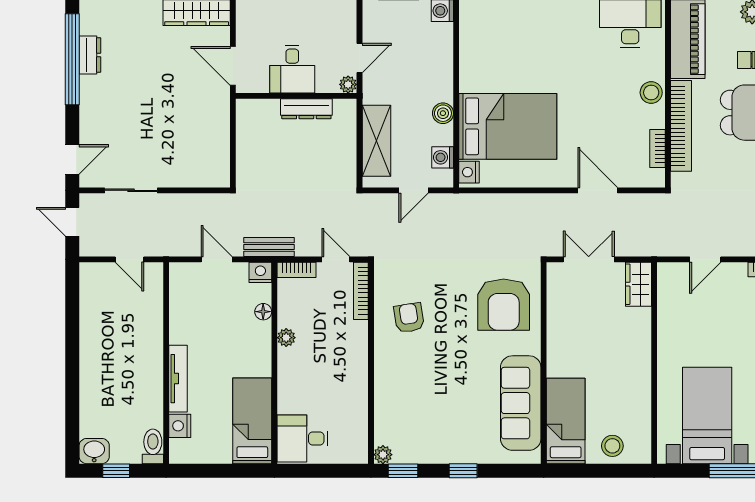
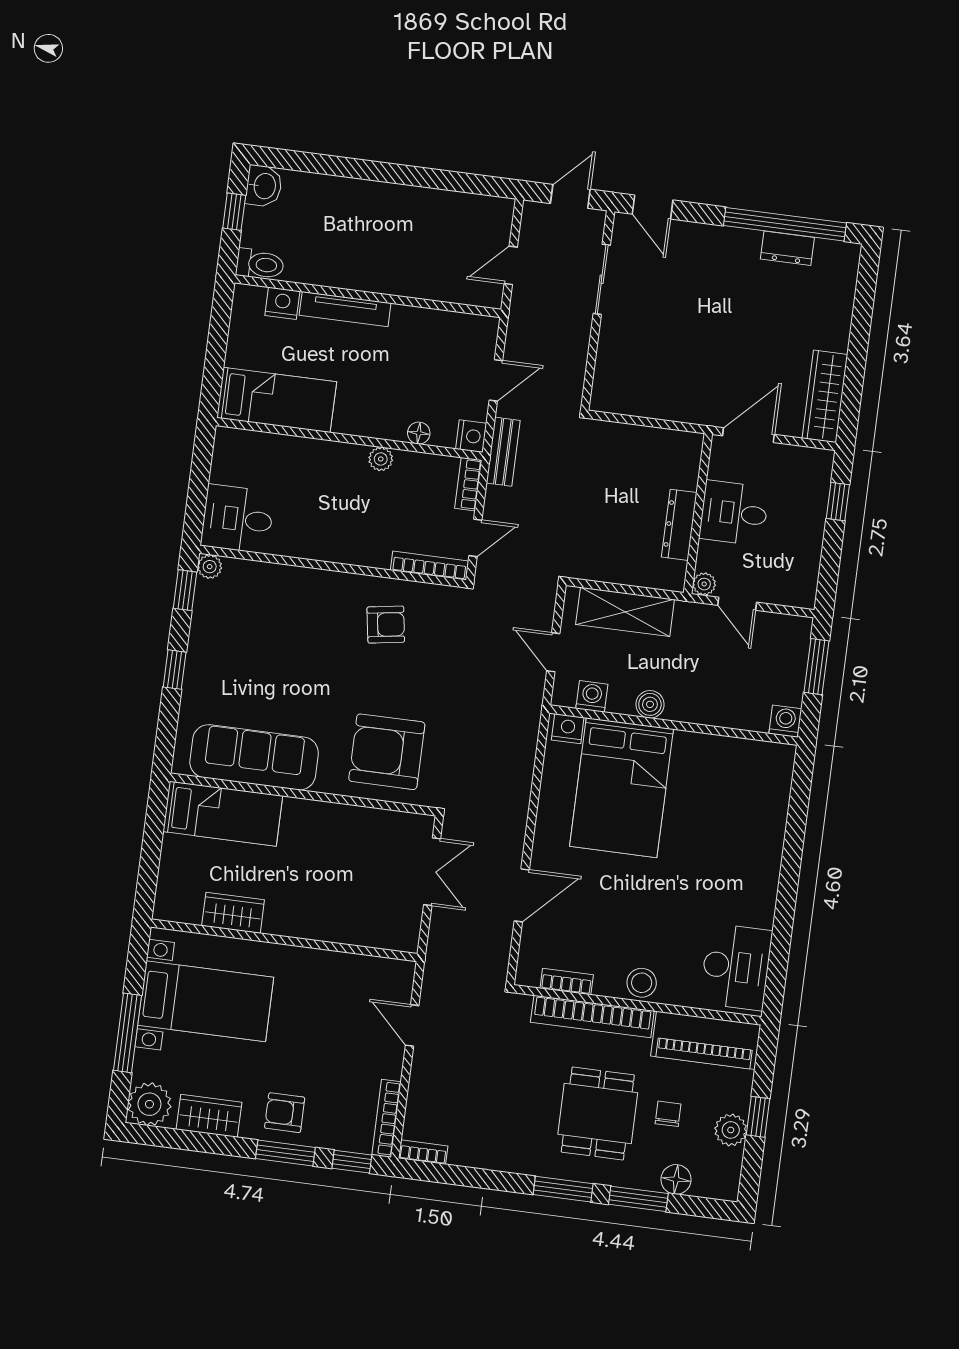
wardrobe: (639, 284) -> (233, 913), moved
desk: (303, 438) -> (238, 519), moved, turned -90
stool: (612, 446) -> (182, 871), removed

